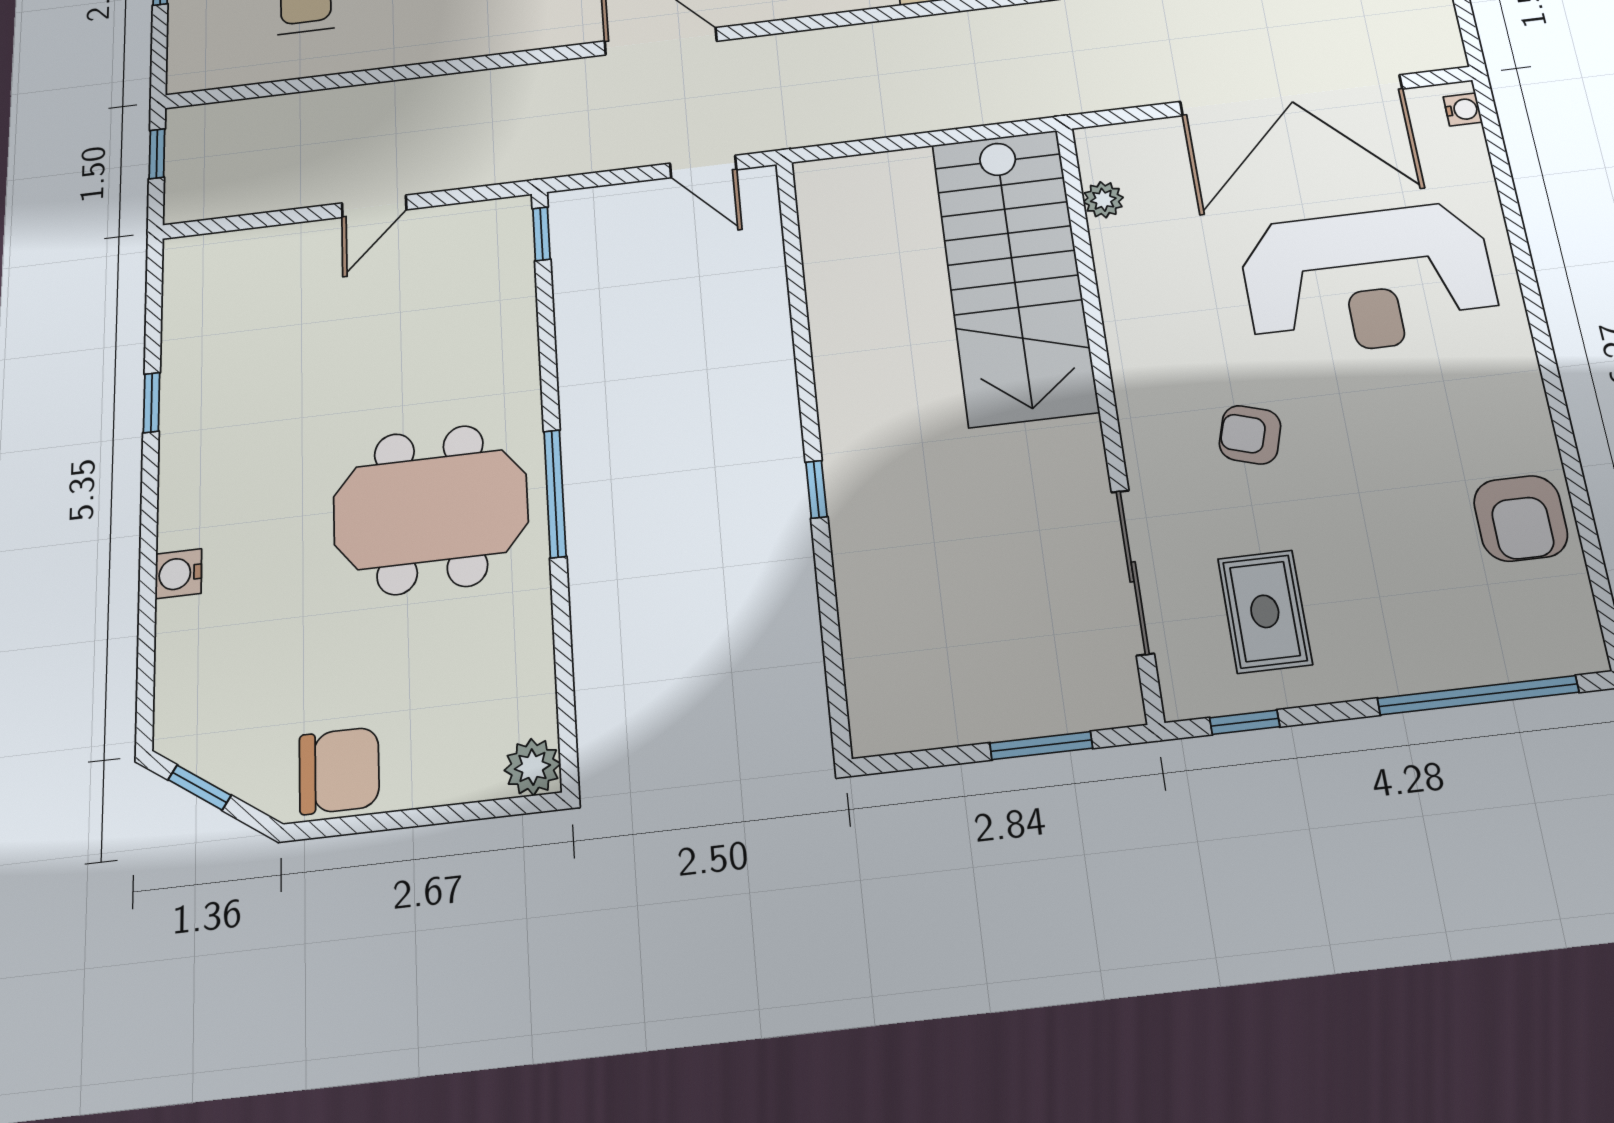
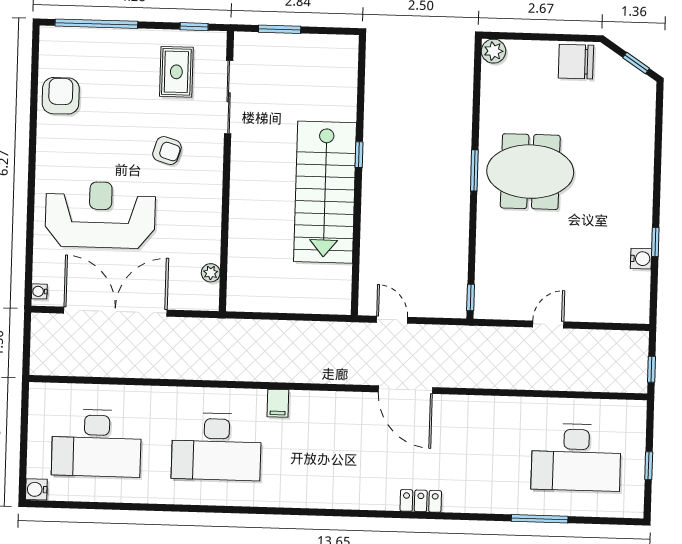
stairs: (1014, 275) -> (325, 192), moved, turned 180
window: (555, 493) -> (474, 170), width x0.69
water cooler: (178, 574) -> (641, 259), moved

